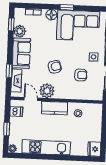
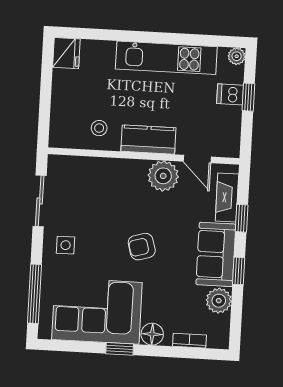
window: (11, 24) -> (239, 271), moved
armchair: (55, 67) -> (142, 247), moved
armchair: (81, 75) -> (93, 208), removed
dishwasher: (16, 112) -> (230, 94), moved

